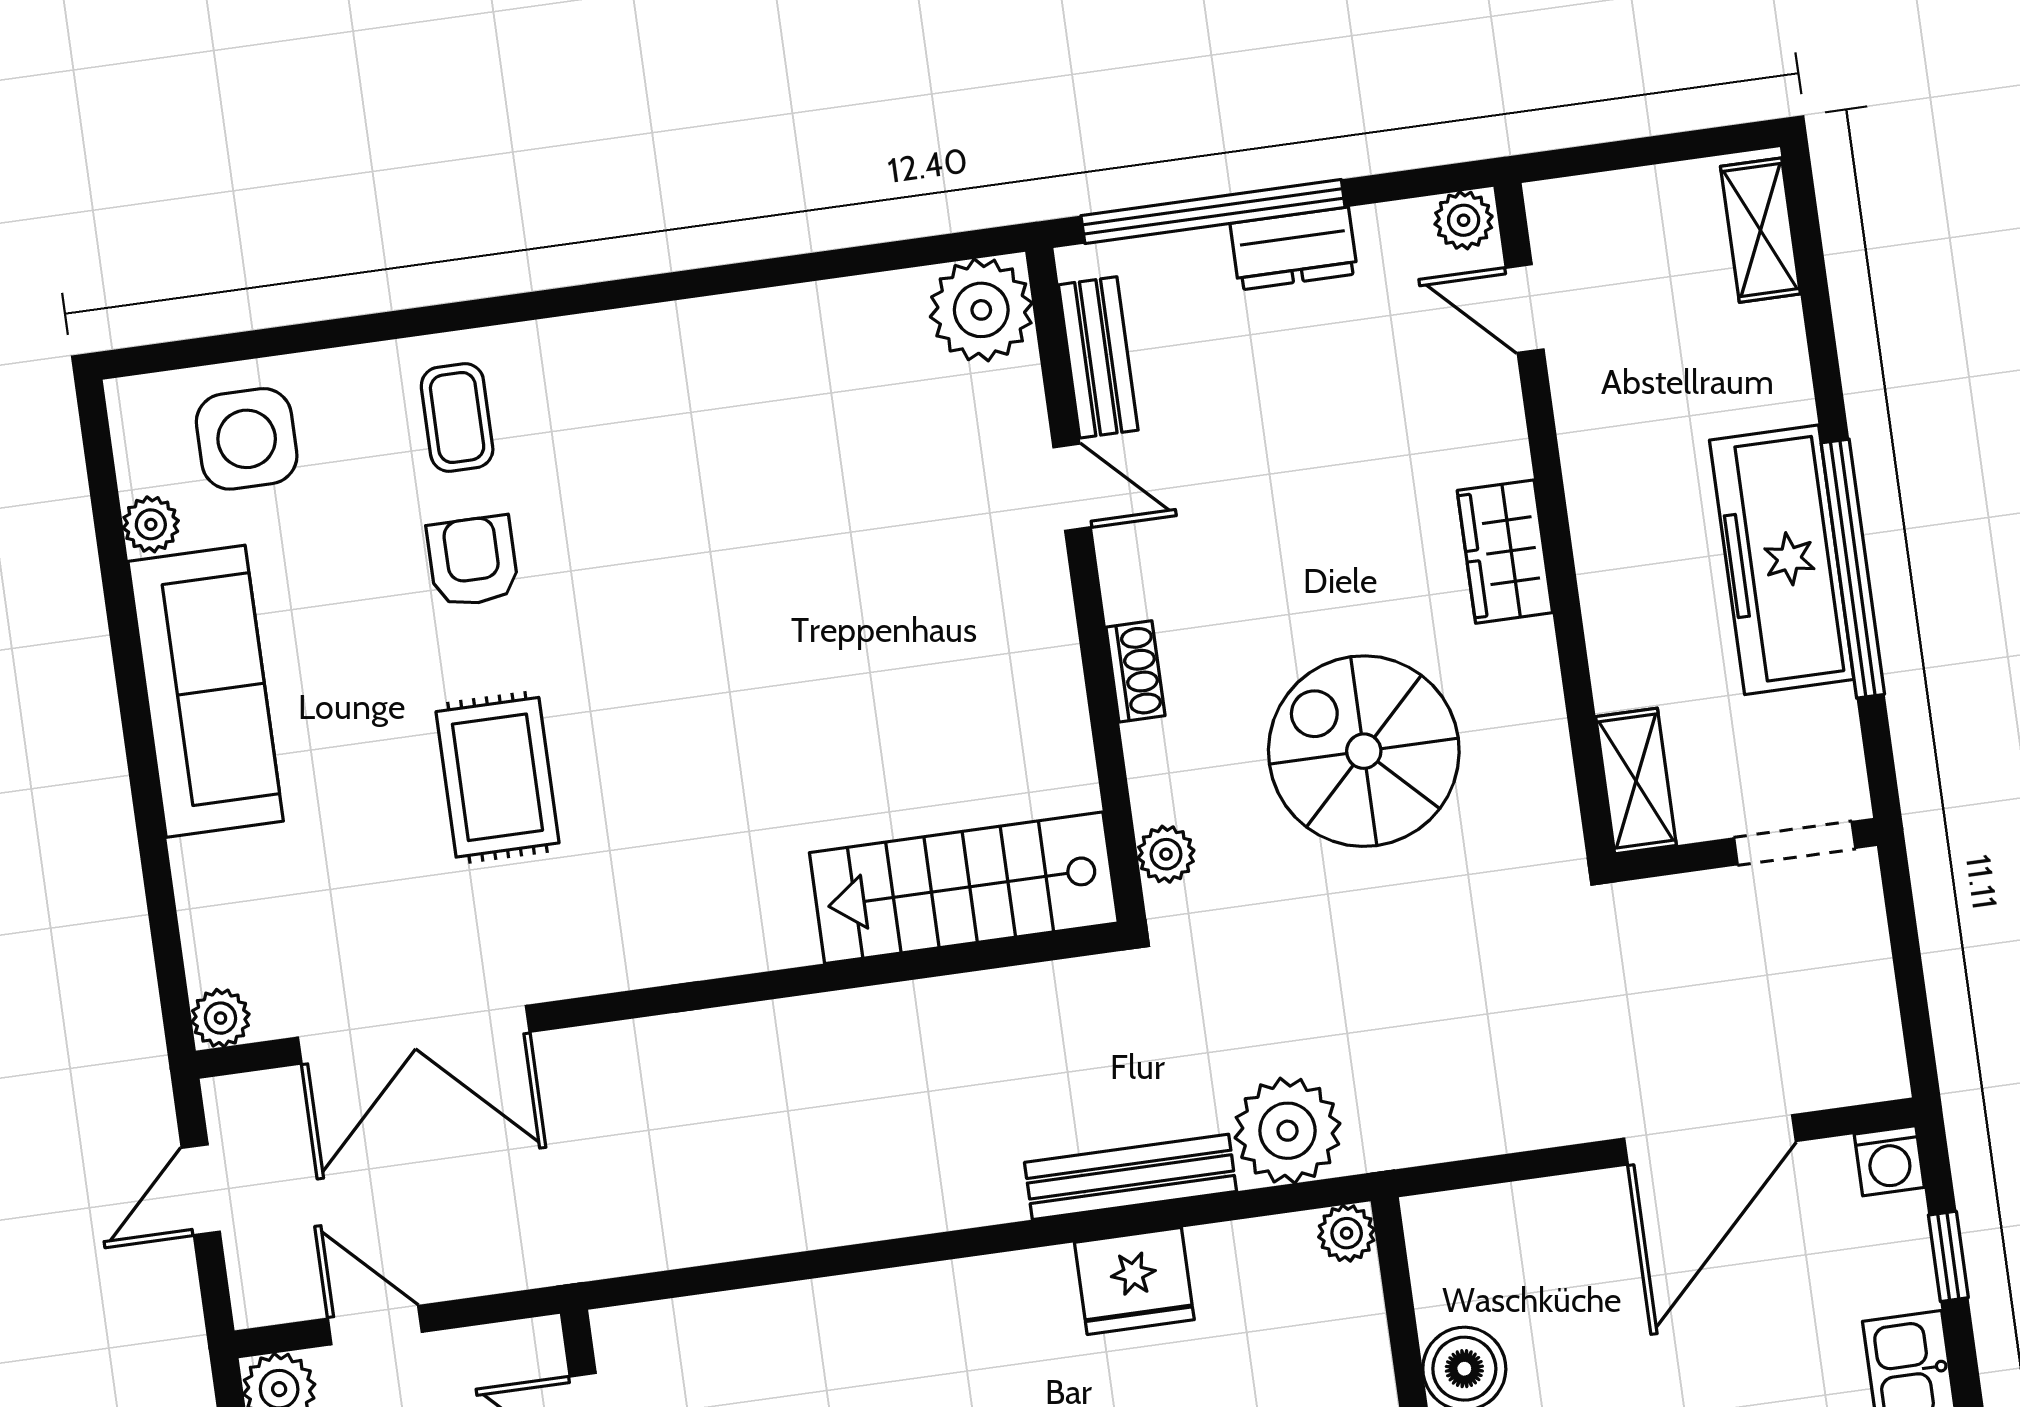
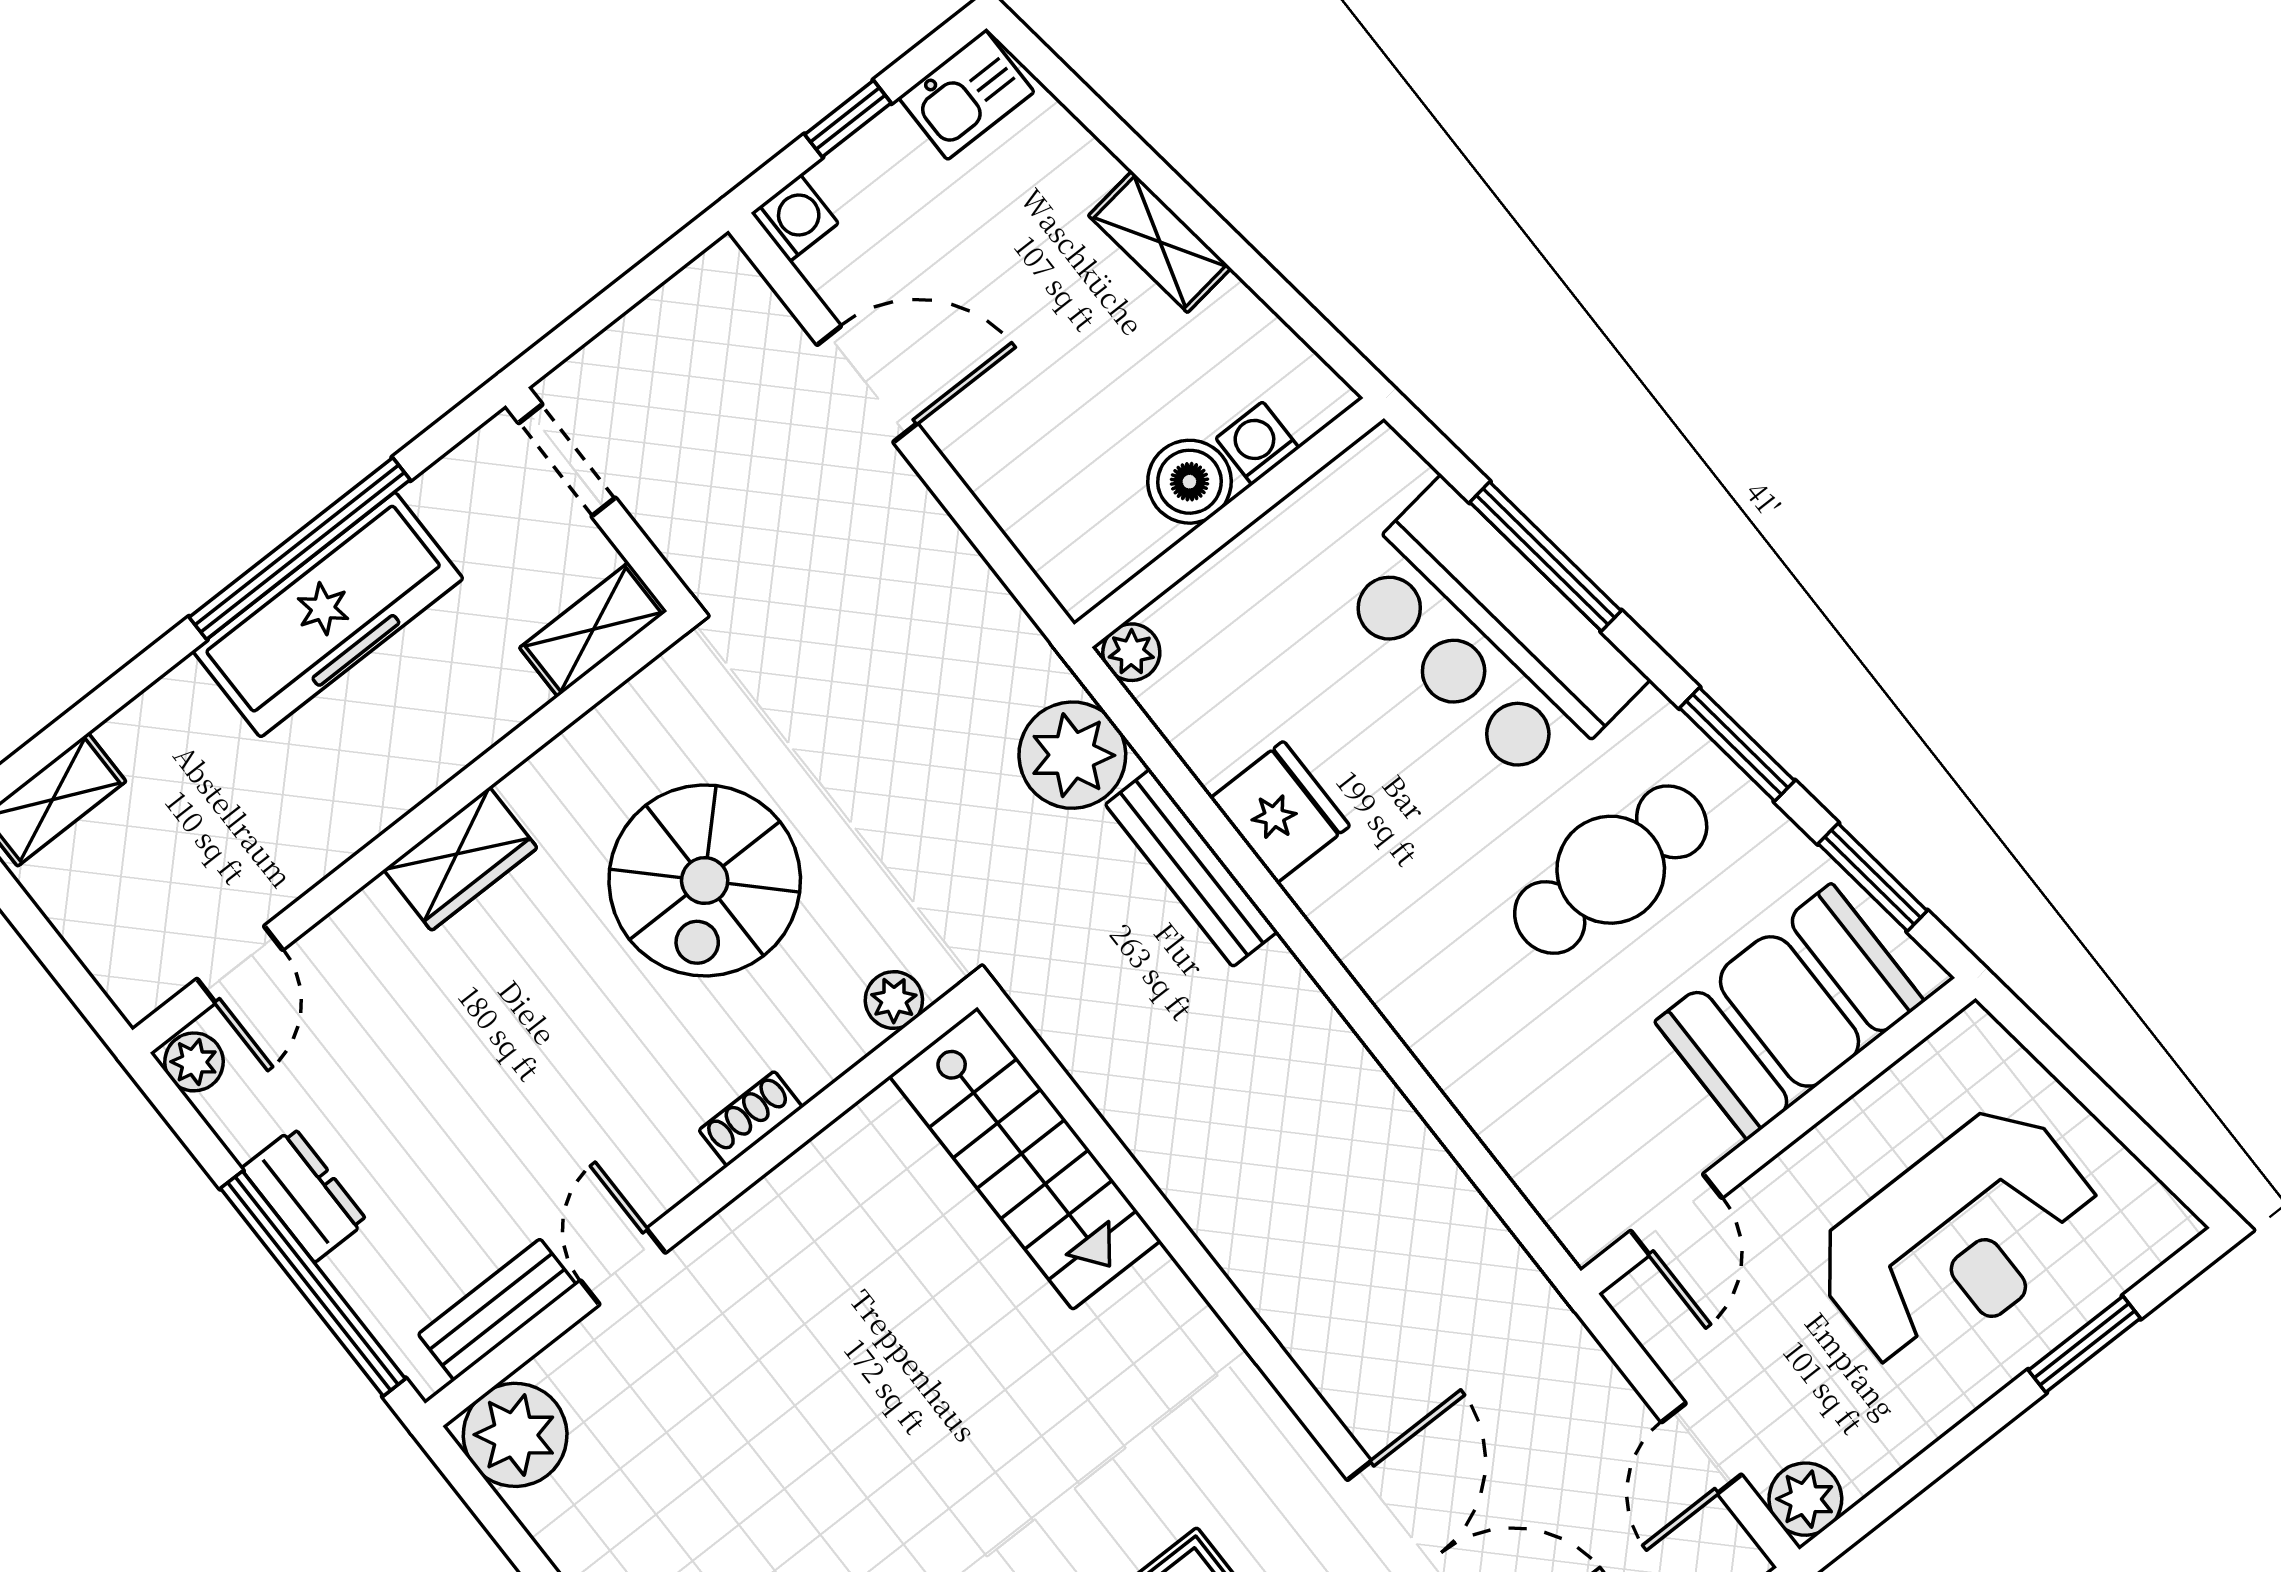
door: (1710, 1140) -> (867, 384), width x0.73

